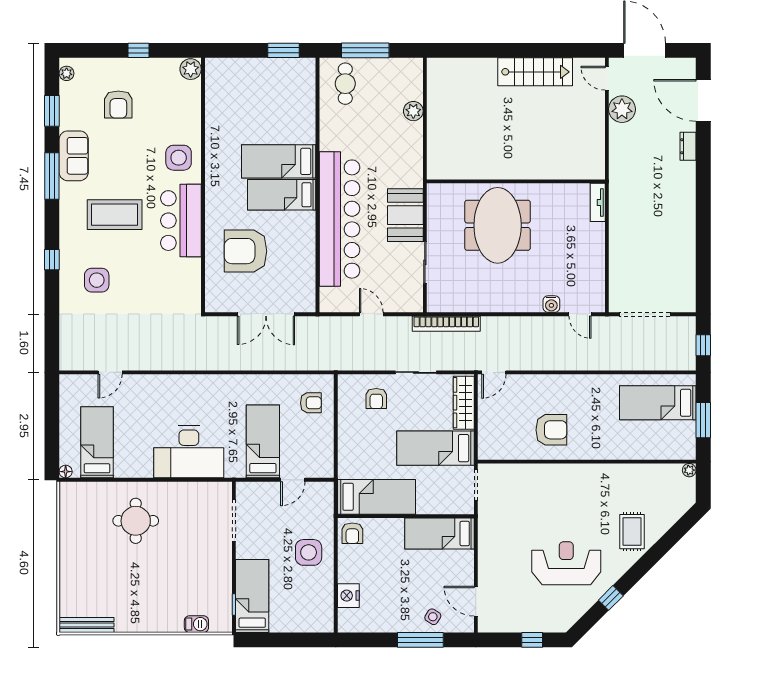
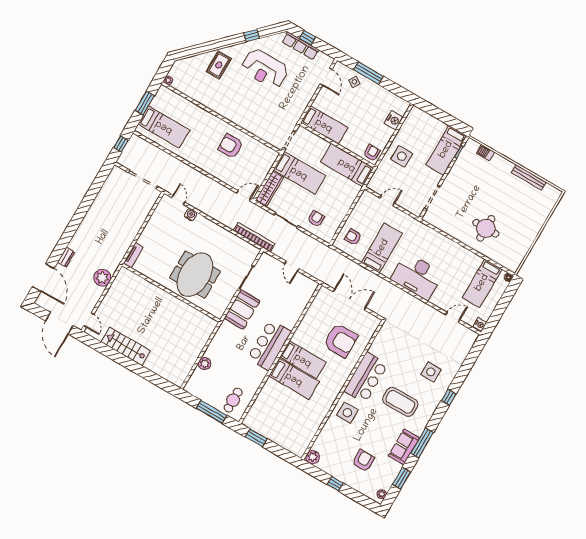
plant: (622, 109) -> (102, 278), moved
bar counter: (339, 219) -> (269, 345), width x0.54
nightstand: (67, 384) -> (480, 325), added
bed: (263, 441) -> (382, 248), moved, turned 180
desk: (189, 452) -> (417, 276), moved, turned 180
row of seats: (535, 623) -> (300, 46), added
bench: (87, 625) -> (529, 177), moved

